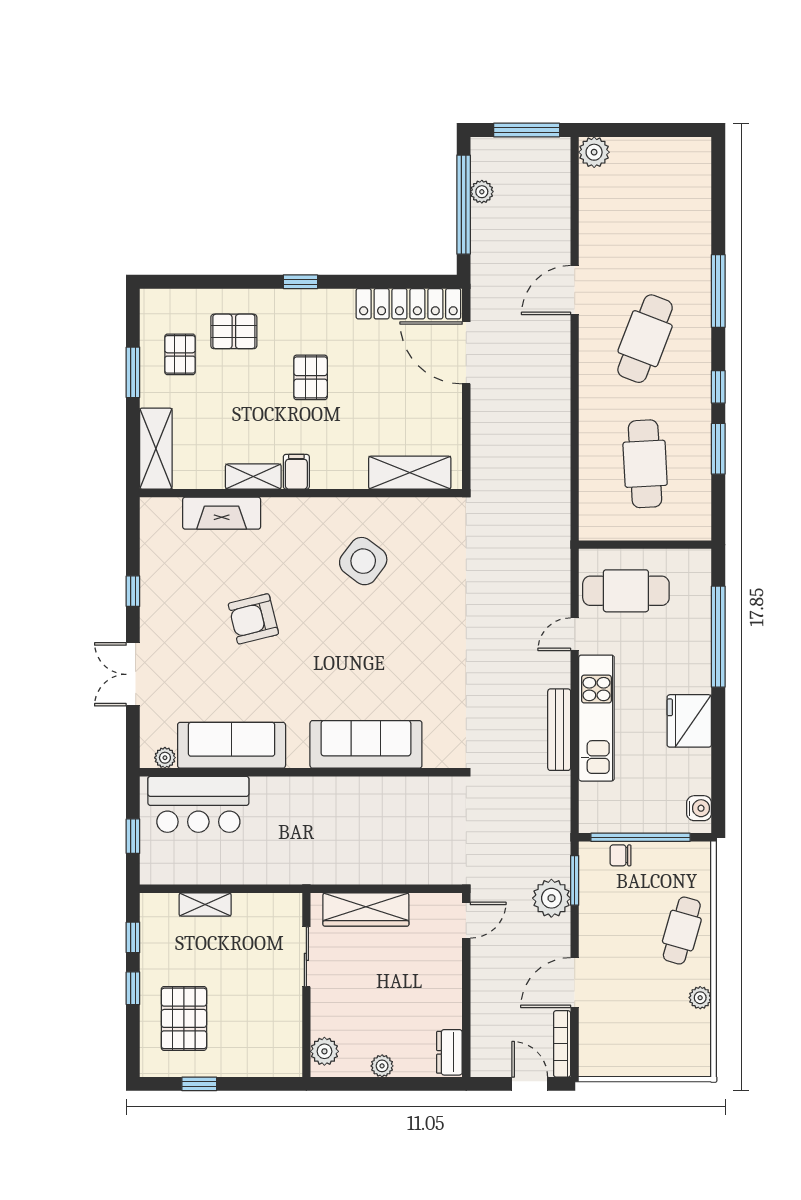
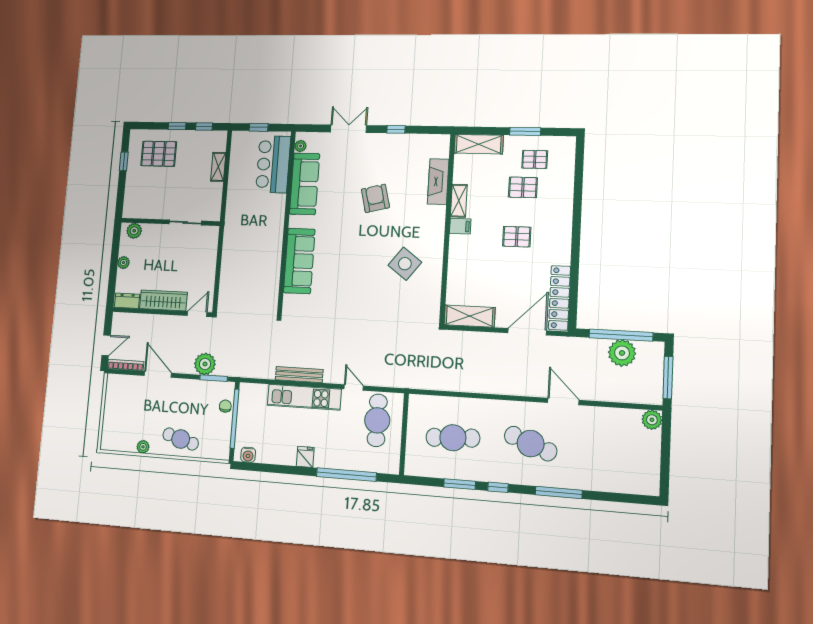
plant: (482, 192) -> (622, 353), width x1.88, depth x1.88
window: (300, 282) -> (576, 233), removed
pallet: (234, 331) -> (523, 187), moved, turned 90
shelving: (410, 473) -> (469, 316), moved, turned 90
fridge: (689, 721) -> (305, 457), width x0.53, depth x0.75
wardrobe: (366, 909) -> (163, 300), moved, turned 90
door: (466, 920) -> (197, 314), swing flipped

